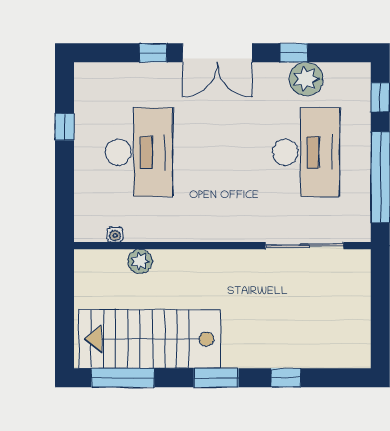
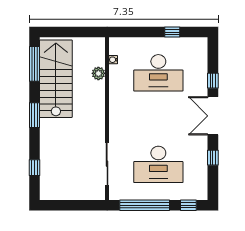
plant: (306, 79) -> (199, 164), removed
window: (286, 378) -> (35, 168), moved

